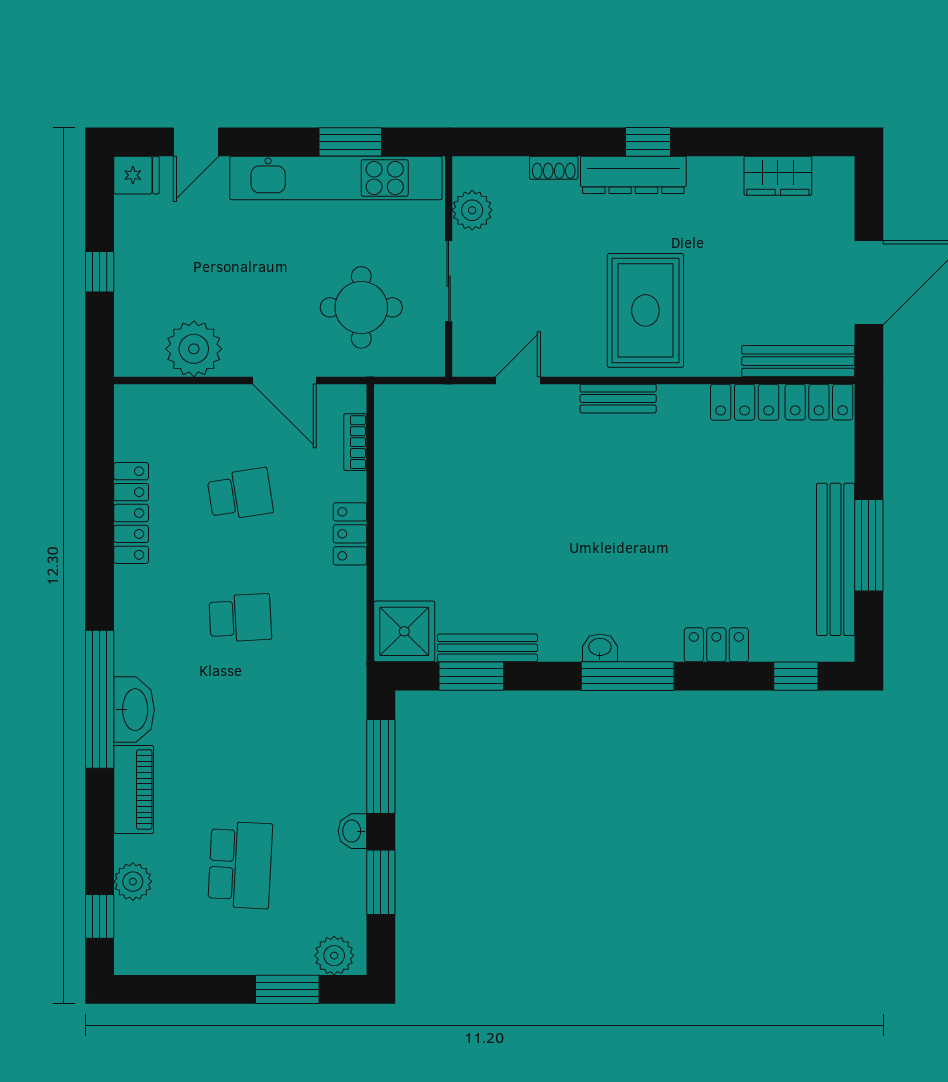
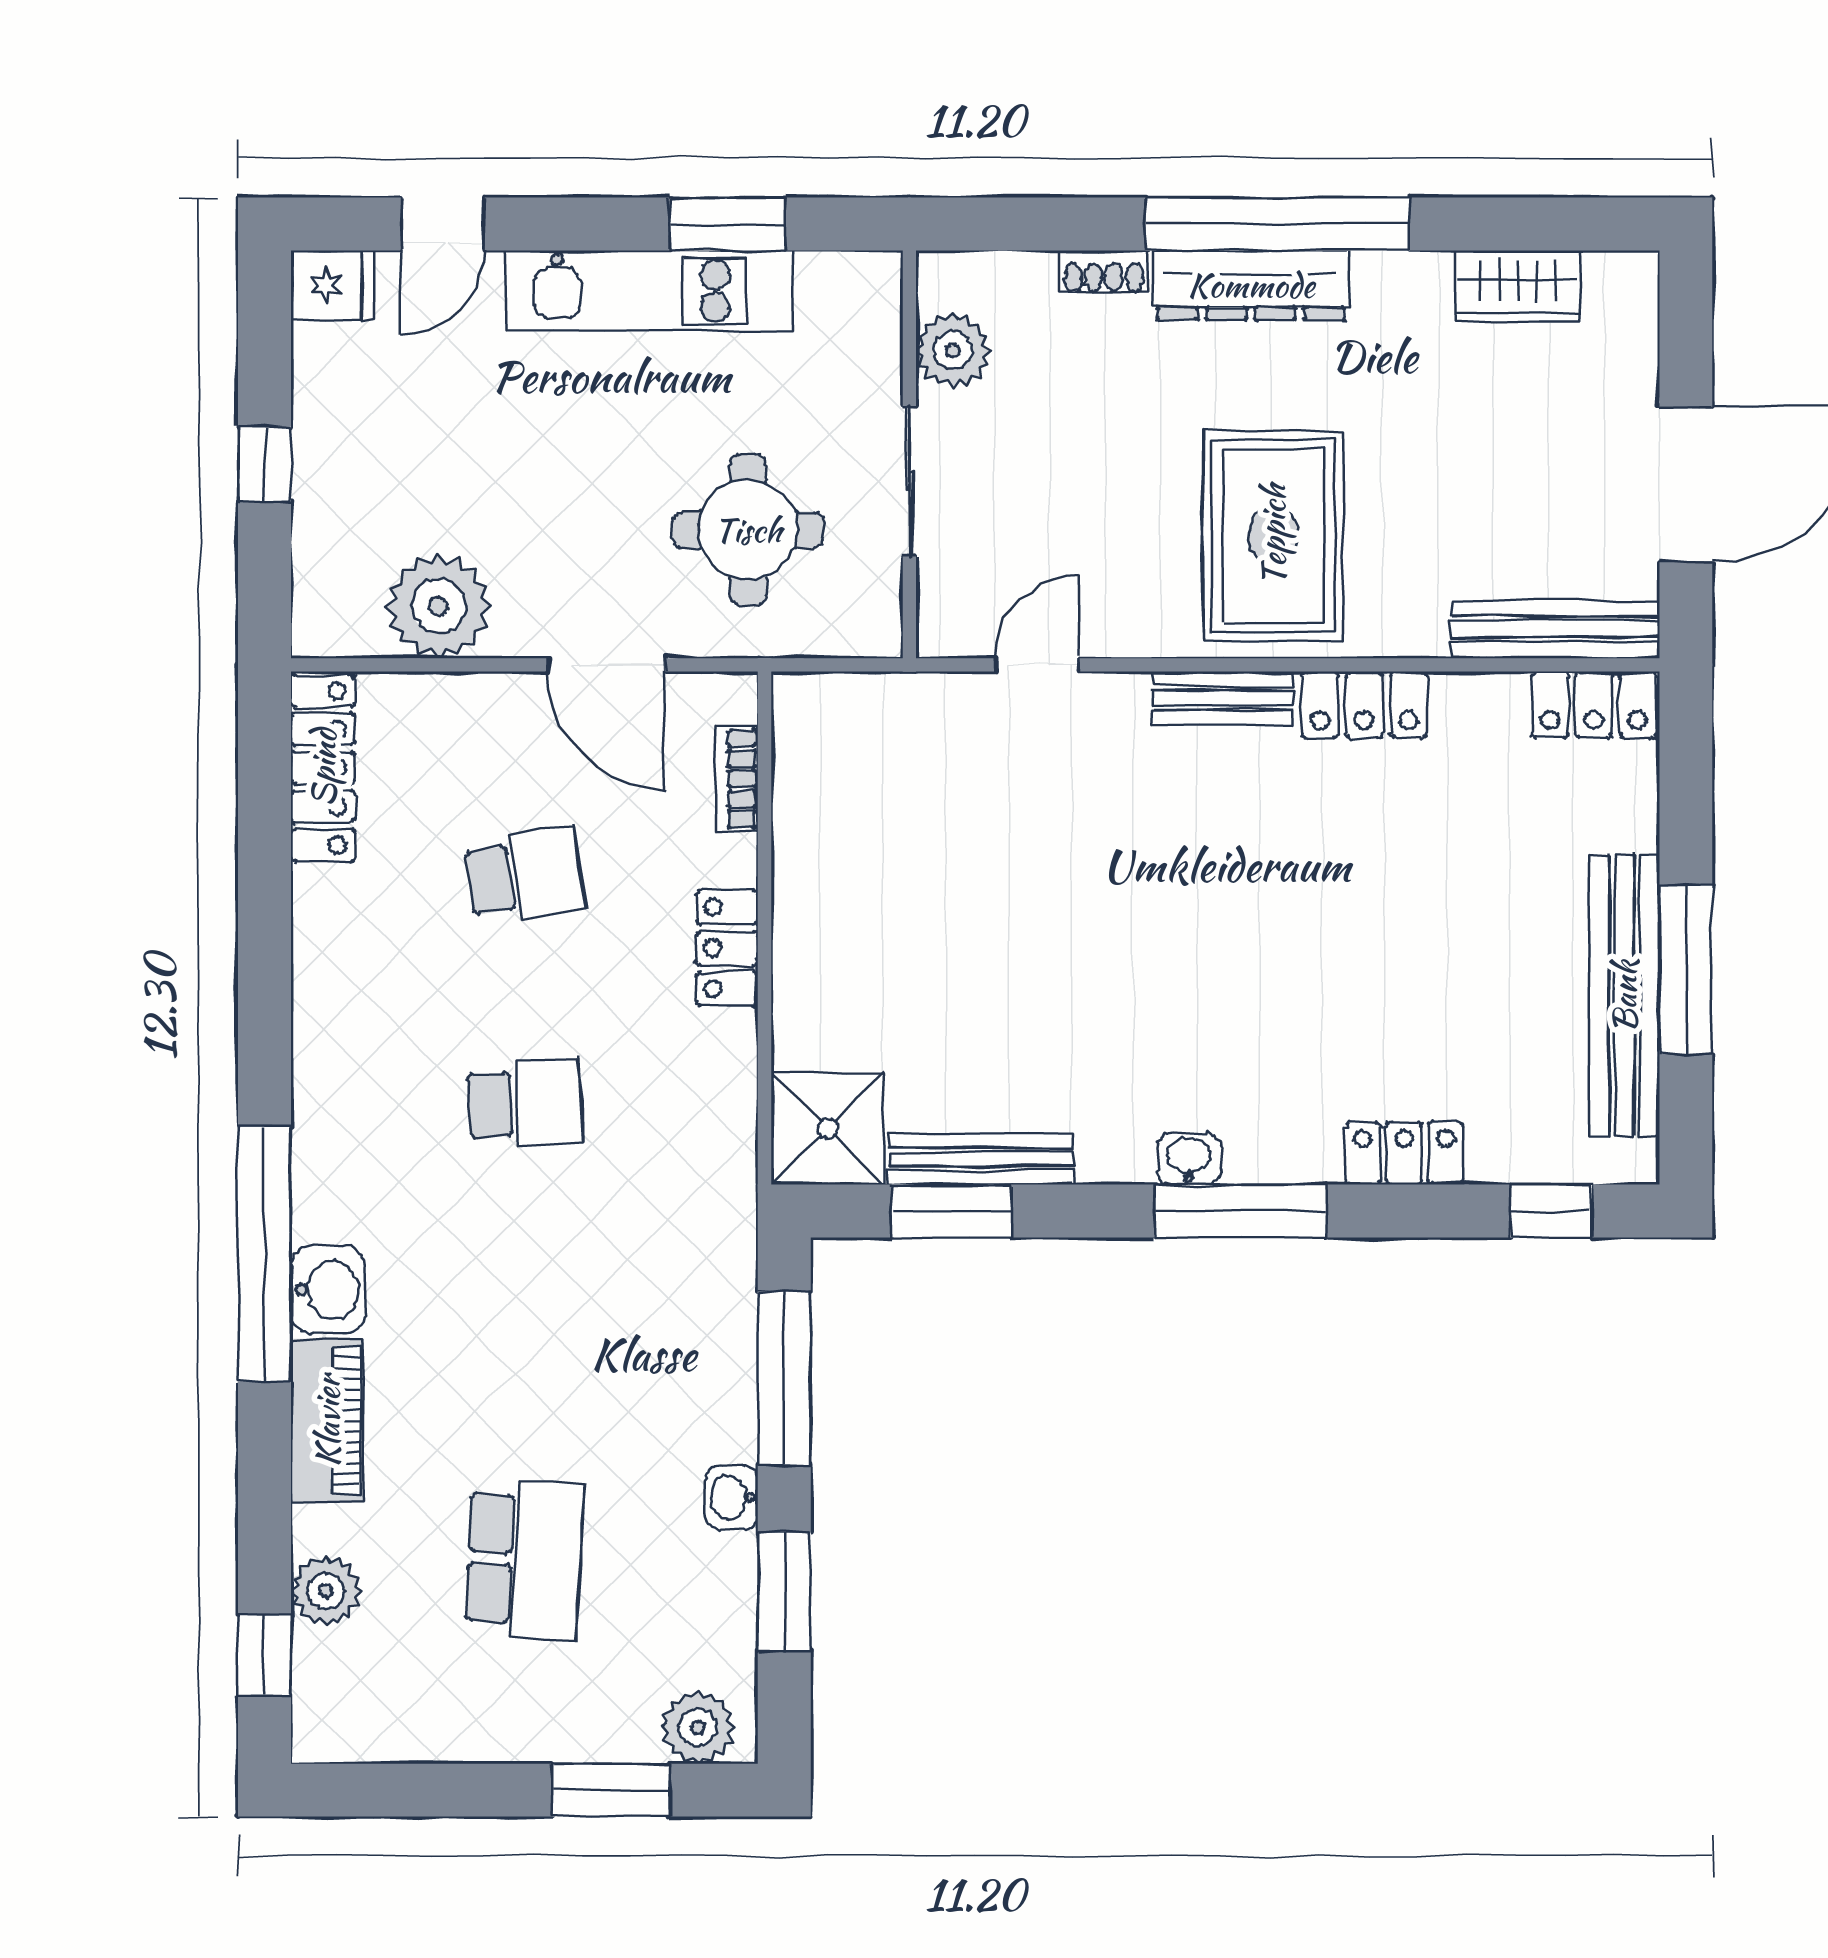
window: (648, 142) -> (1278, 224), width x3.17
kitchen unit: (336, 178) -> (649, 291), width x0.73
locker: (745, 402) -> (1364, 705), moved
locker: (131, 513) -> (323, 768), moved
washbasin: (134, 710) -> (328, 1290), width x0.72

